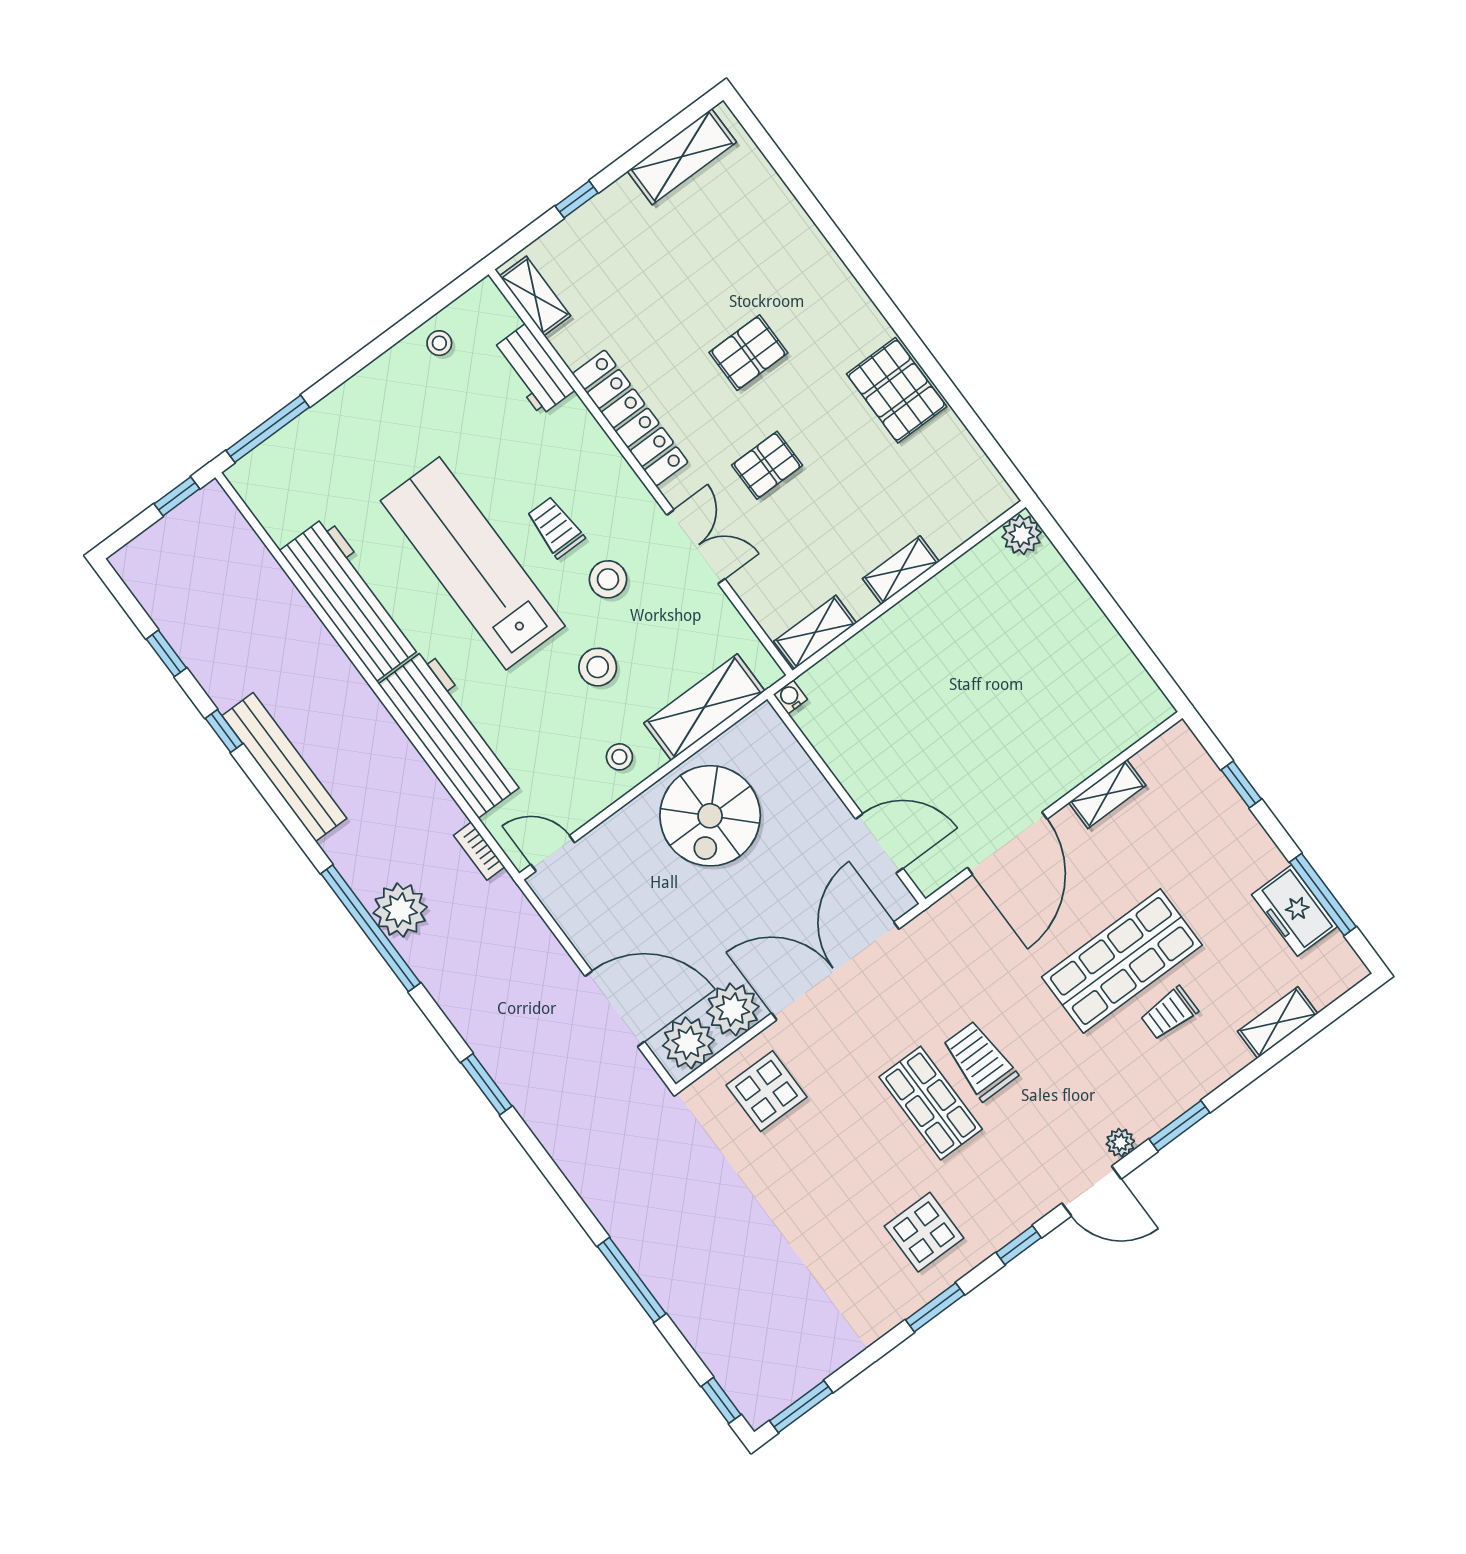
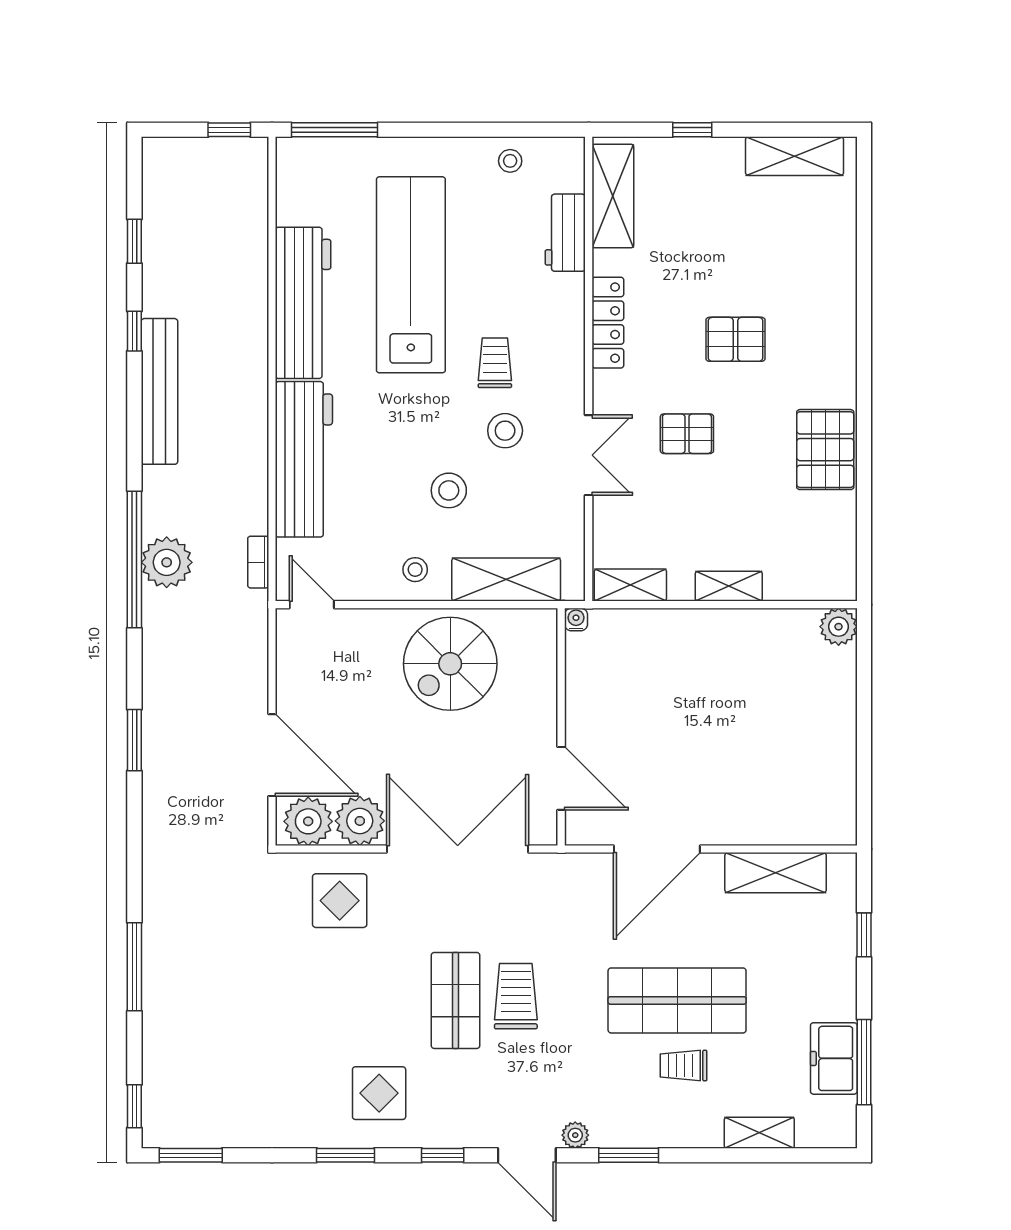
shelving: (535, 296) -> (613, 196), width x1.50, depth x1.33
locker: (630, 418) -> (608, 323), width x0.71, depth x0.83
lab bench: (473, 563) -> (411, 275), moved
shelving: (1107, 794) -> (776, 873), width x1.50, depth x1.33

